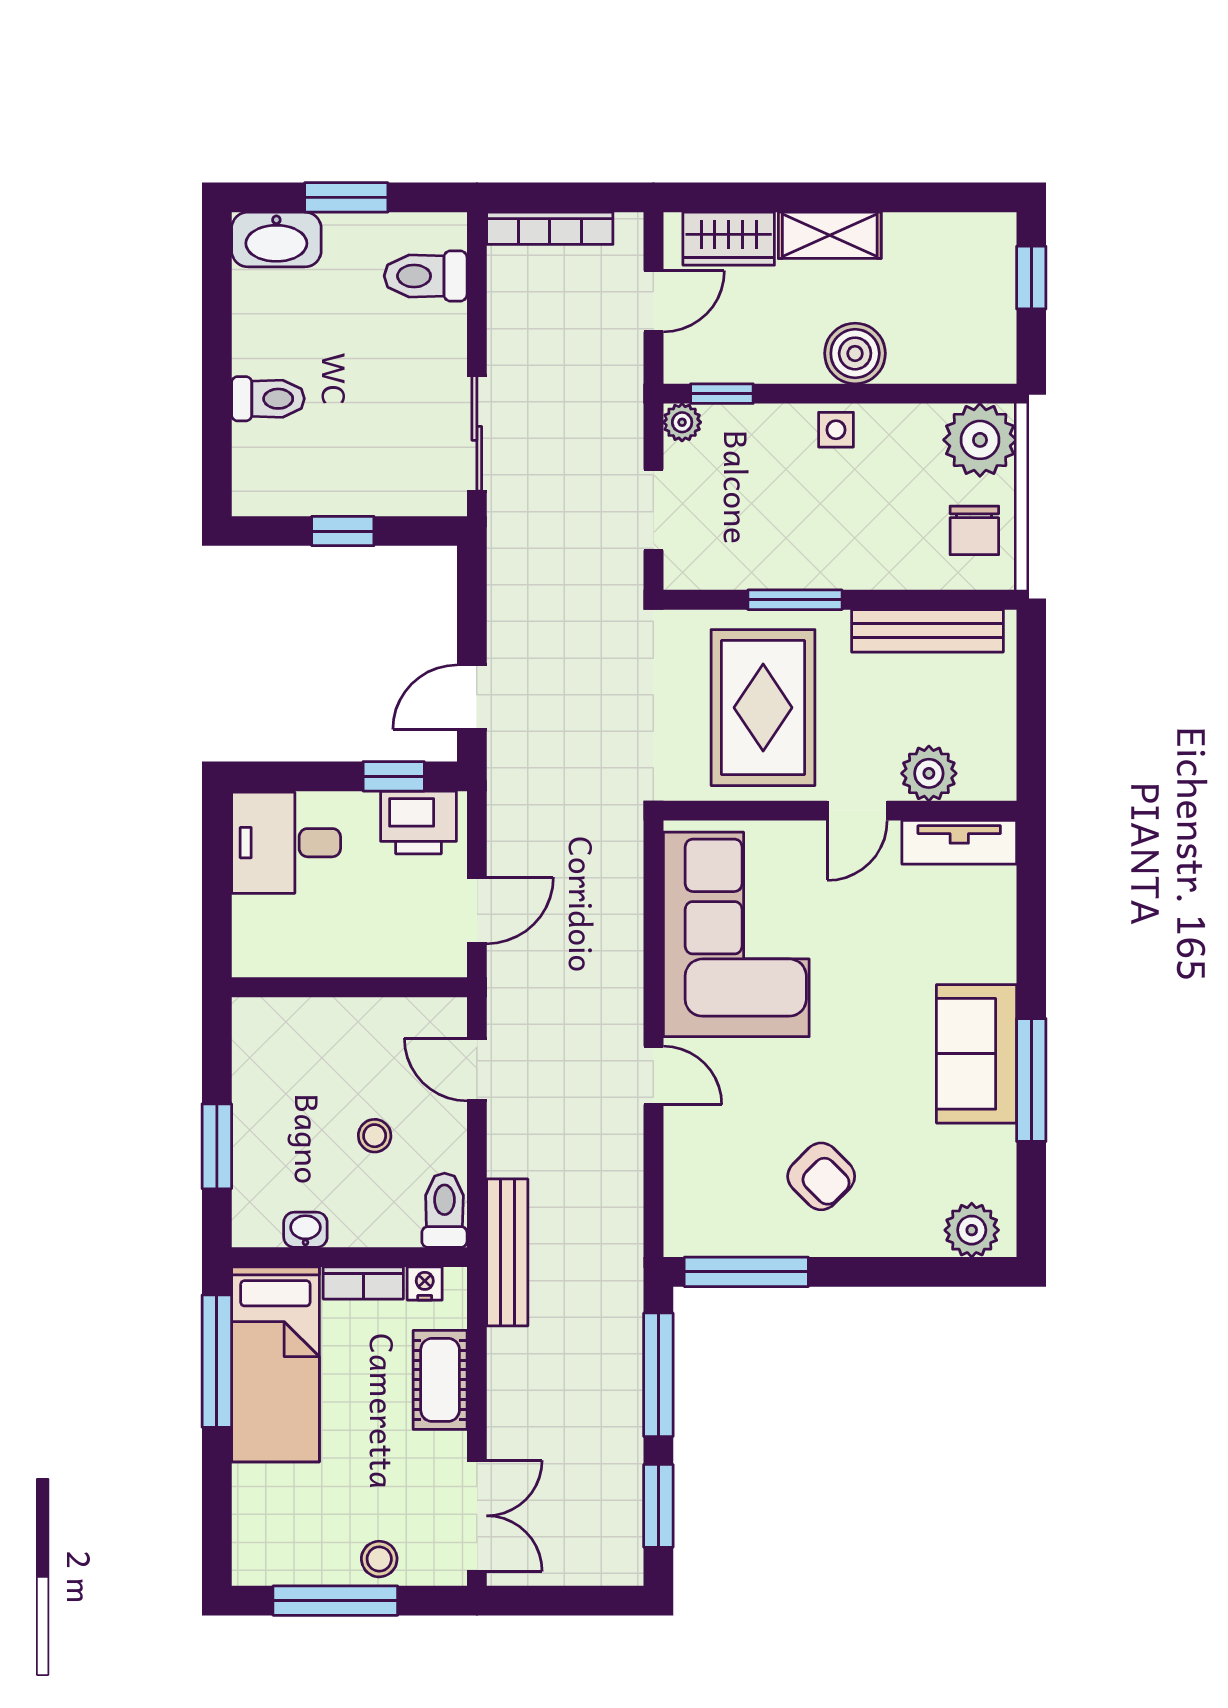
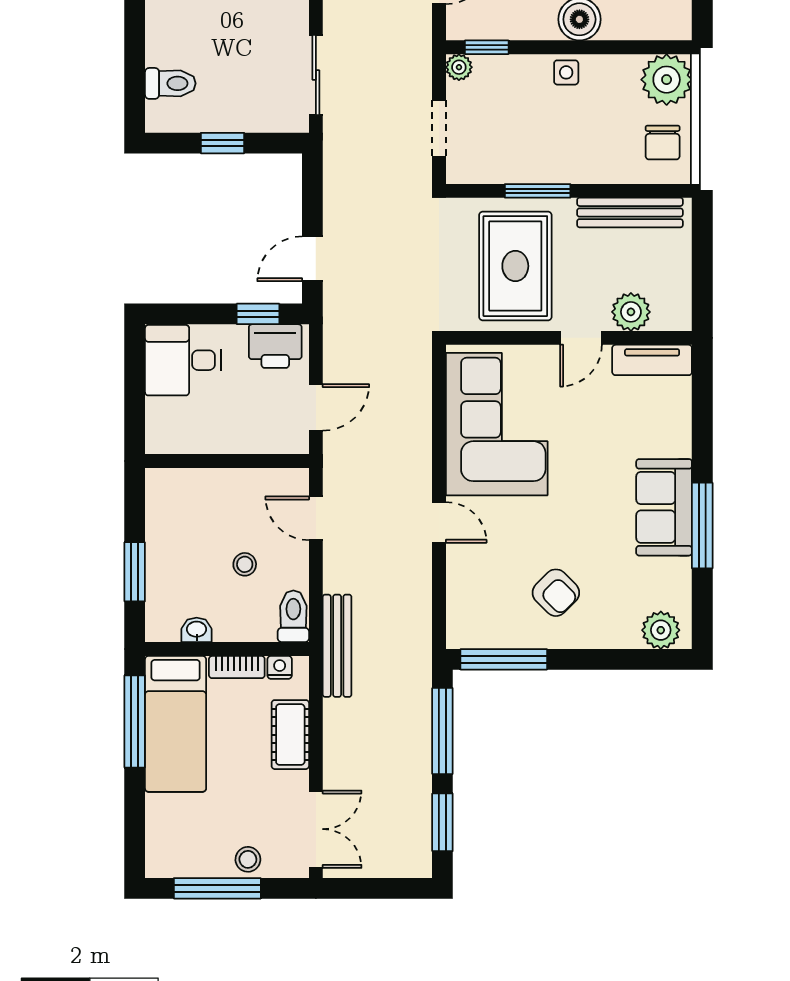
toilet: (268, 399) -> (170, 83), moved

